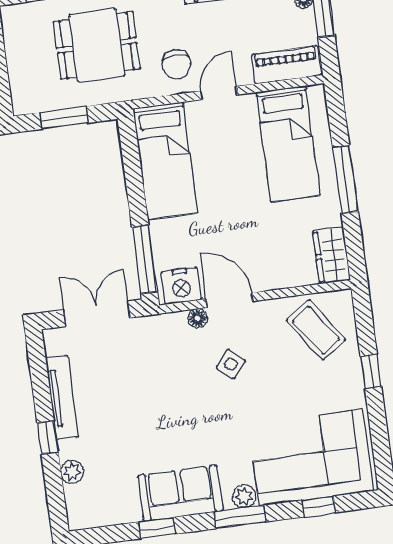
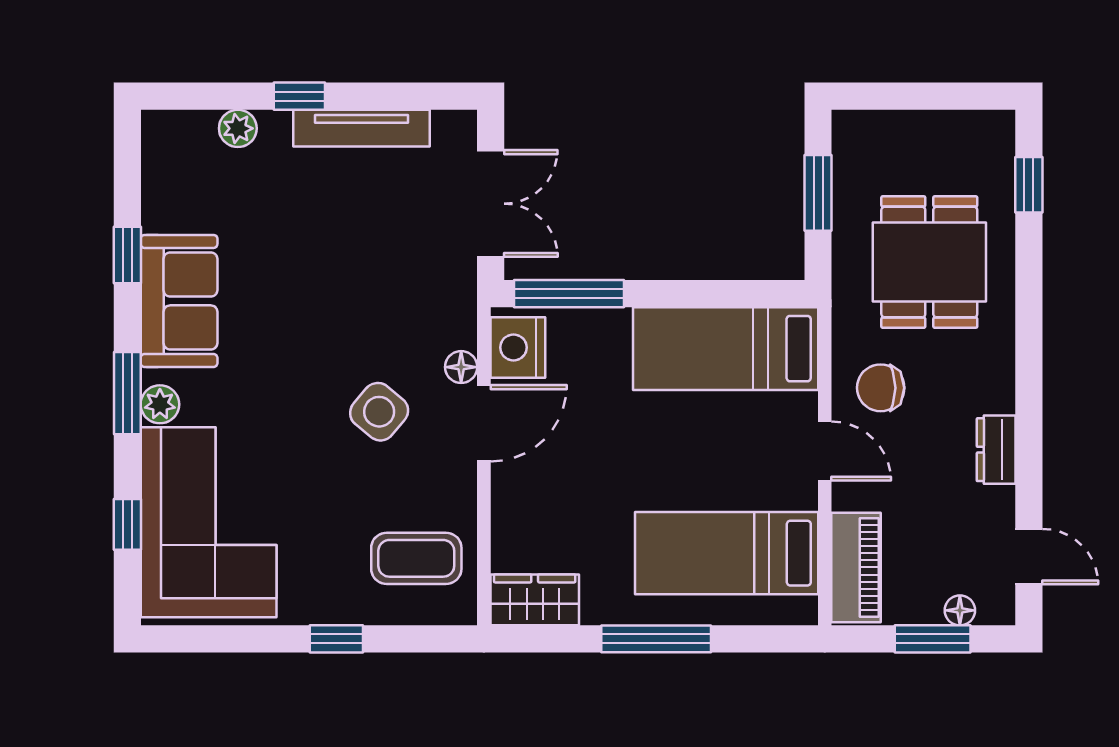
coffee table: (316, 330) -> (416, 558), turned 35
side table: (231, 364) -> (379, 412), width x1.37, depth x1.37

